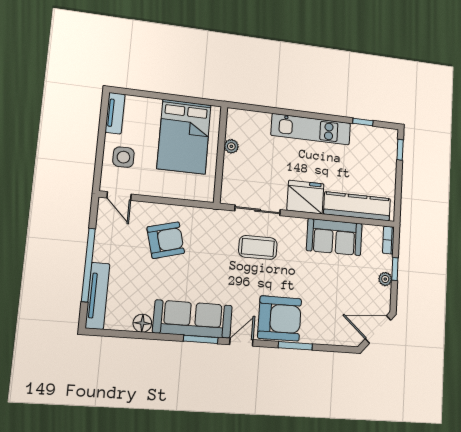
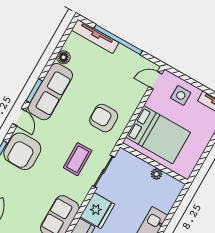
bed: (184, 137) -> (158, 135), moved, turned 180
armchair: (166, 240) -> (104, 118), moved, turned 105

